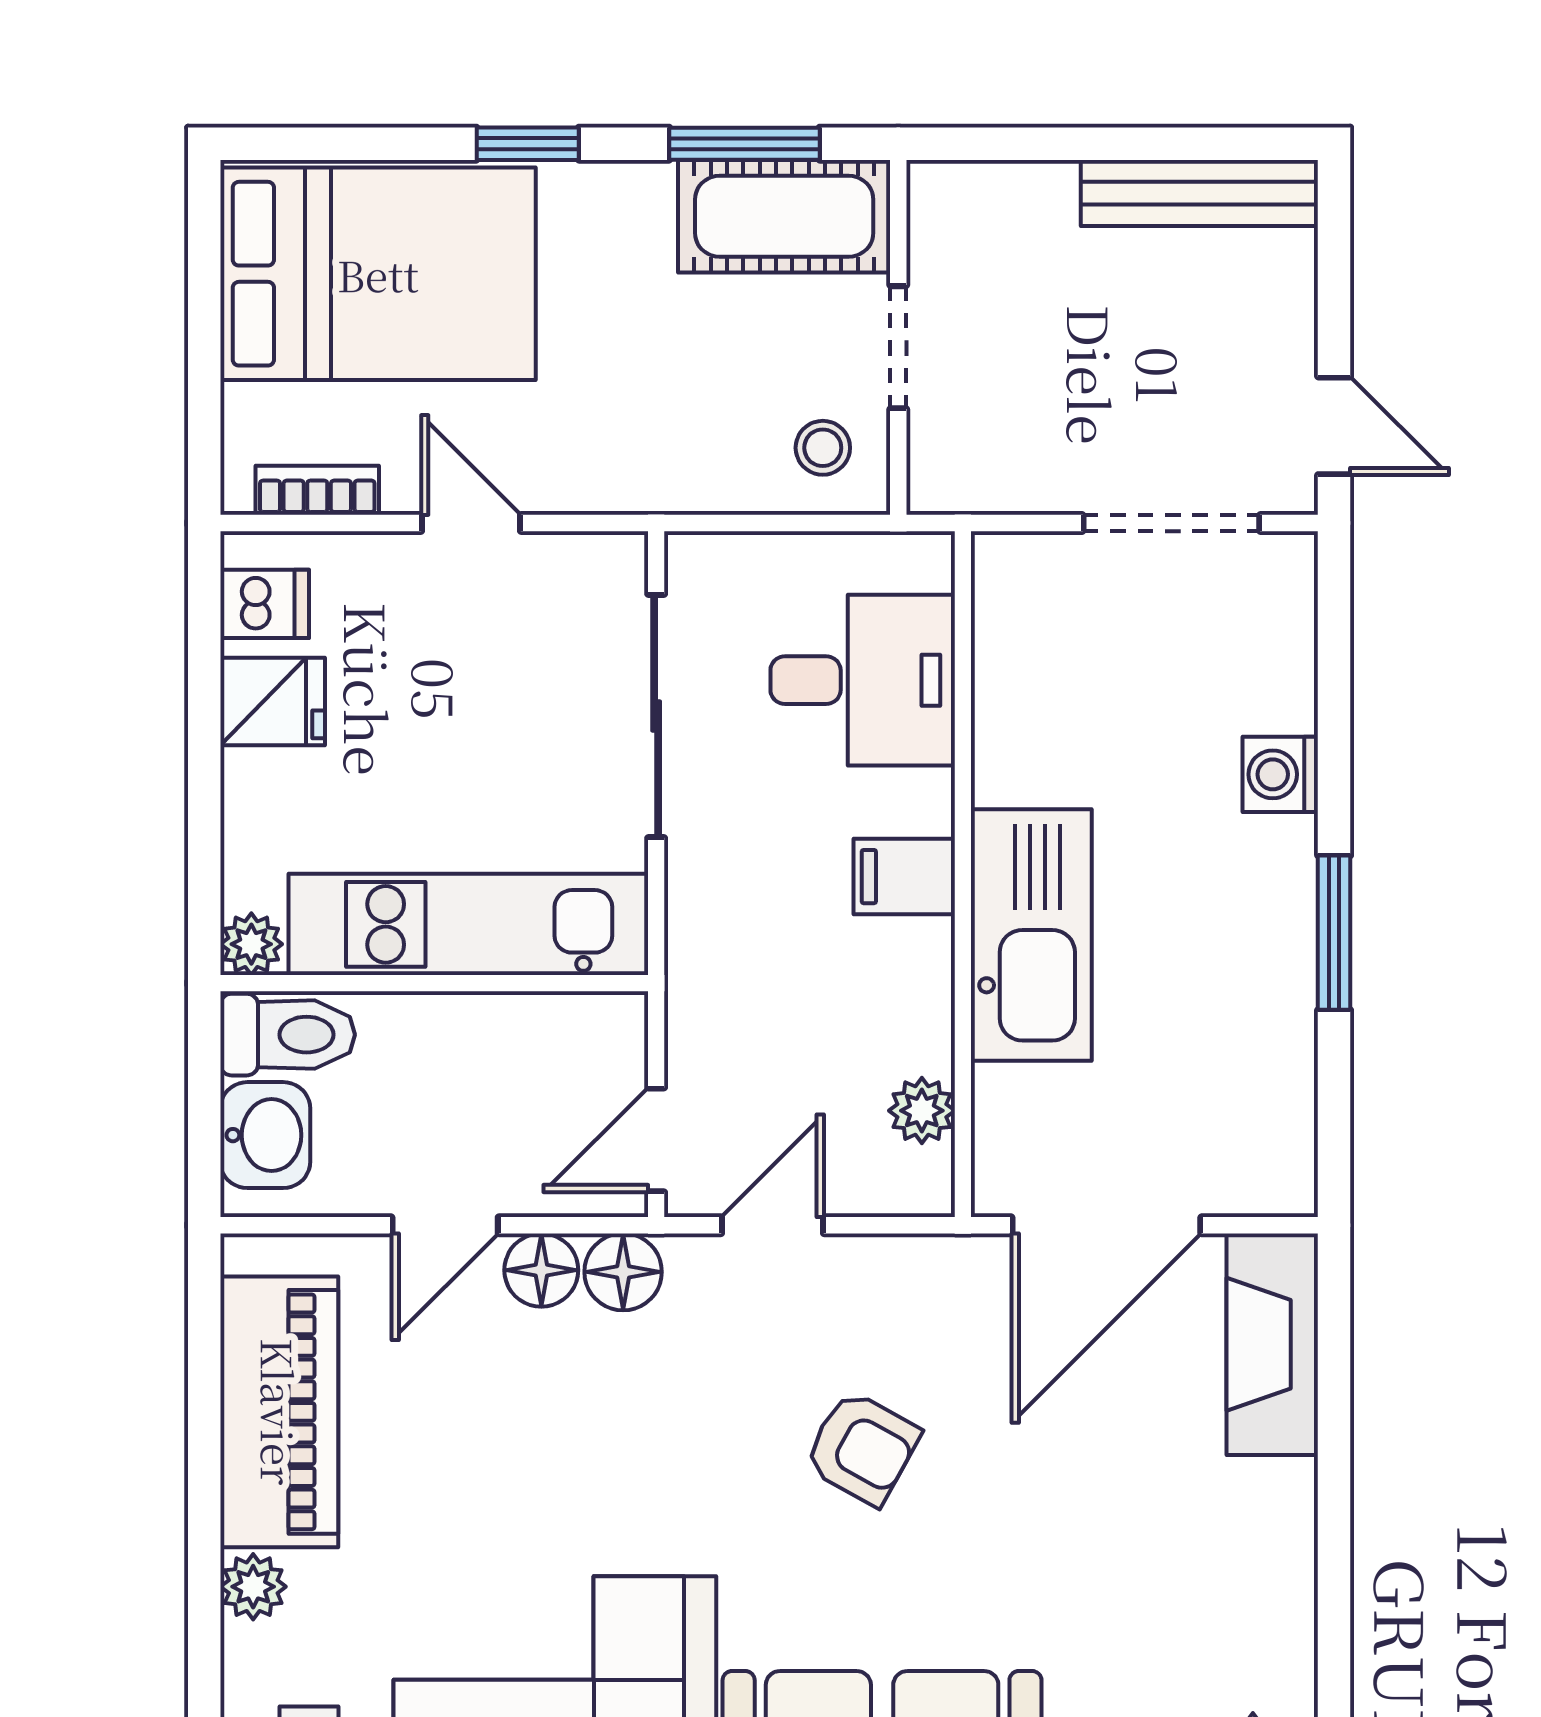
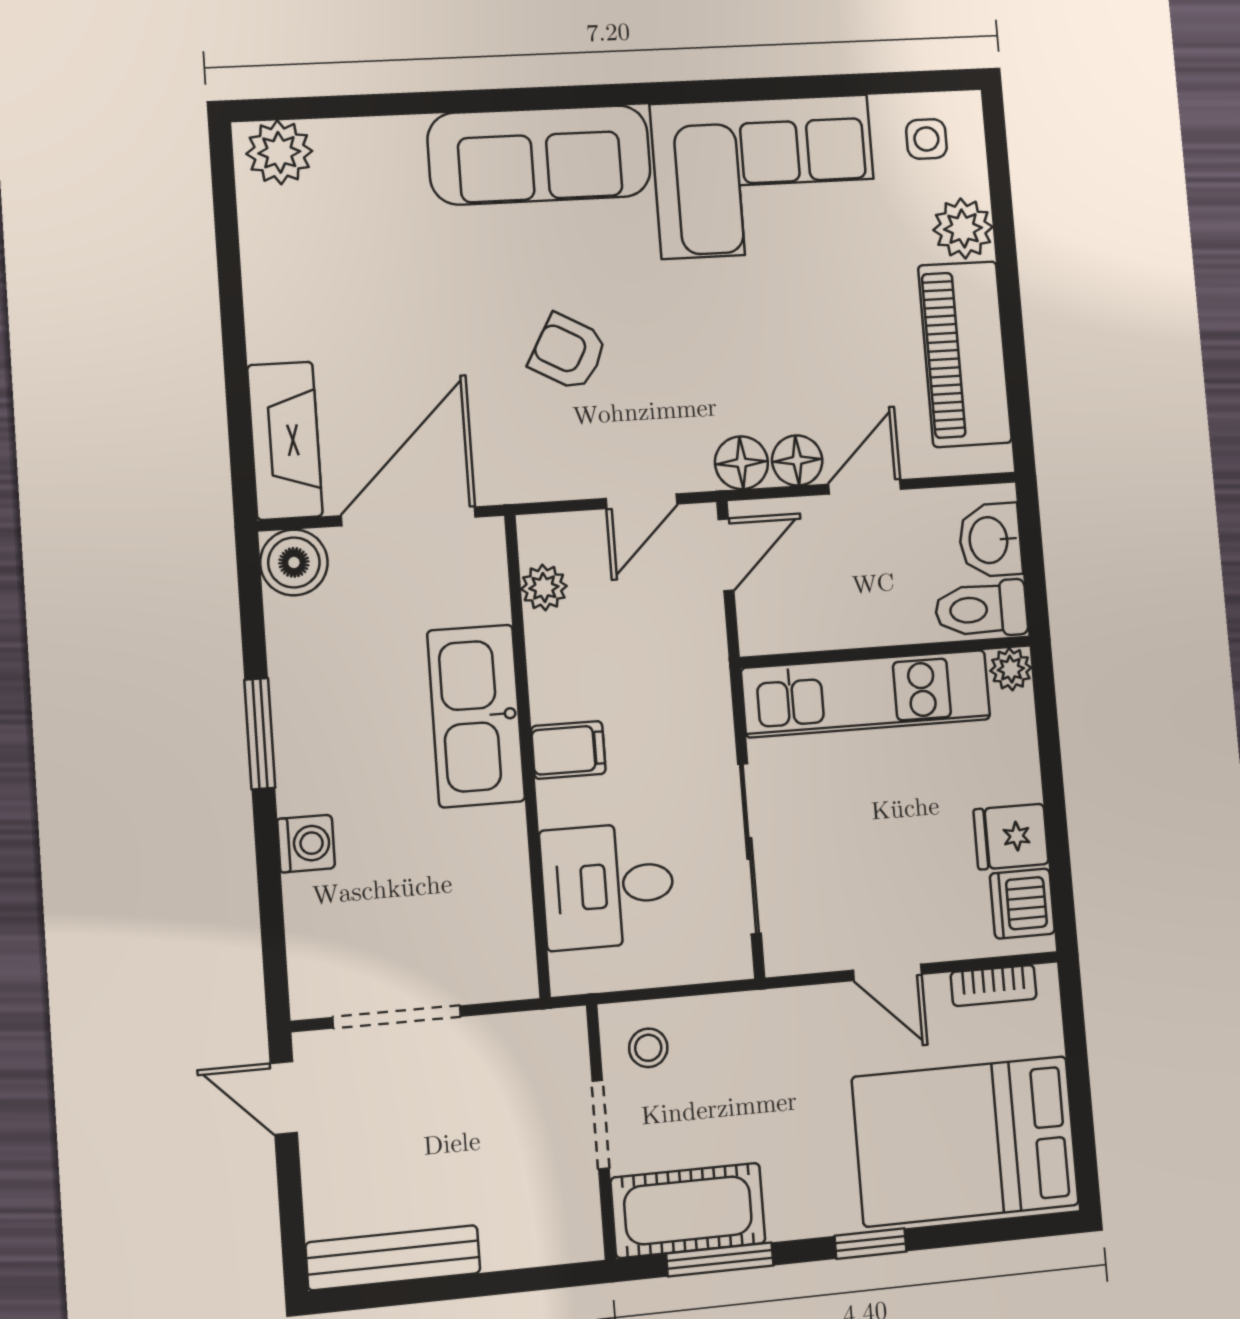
dishwasher: (265, 604) -> (1022, 904), width x1.38
boiler: (1271, 1170) -> (294, 562), added
plant: (253, 1587) -> (963, 228), width x1.38, depth x1.38

